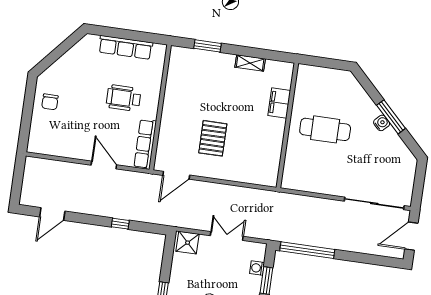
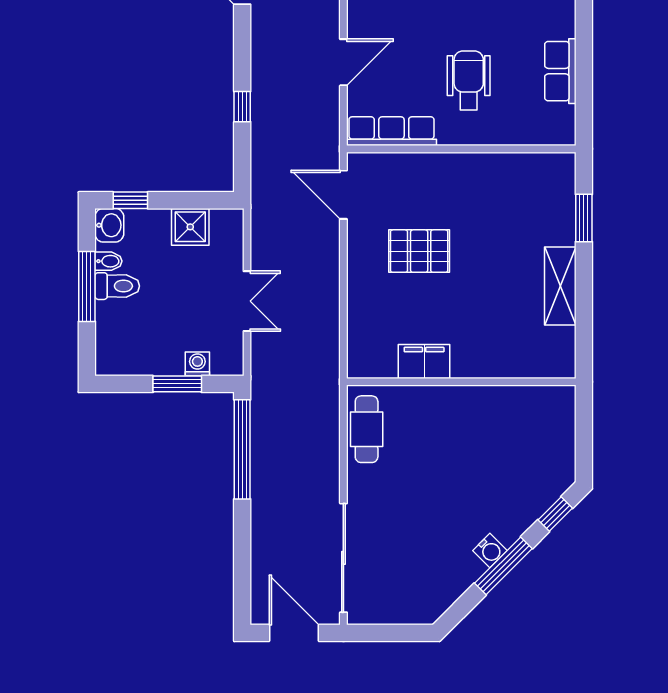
row of seats: (126, 47) -> (560, 71), width x0.68
shelving: (250, 63) -> (560, 286), width x1.50, depth x1.33
window: (367, 84) -> (555, 514), added
filing cabinet: (279, 103) -> (424, 361), moved
cafe table: (325, 129) -> (367, 429), moved, width x0.73, depth x0.74
shower: (188, 243) -> (190, 227), moved

